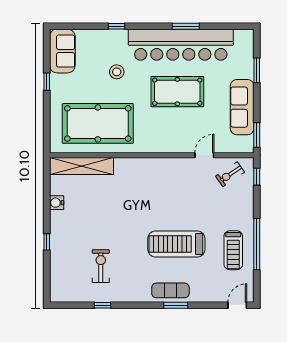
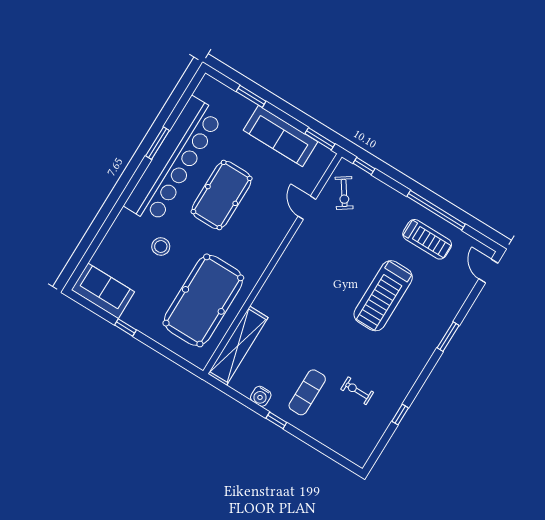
window: (117, 26) -> (112, 217), removed
window: (47, 242) -> (276, 420), moved
exercise bike: (101, 266) -> (357, 391), width x0.73, depth x0.72
exercise mat: (170, 290) -> (307, 392), moved

